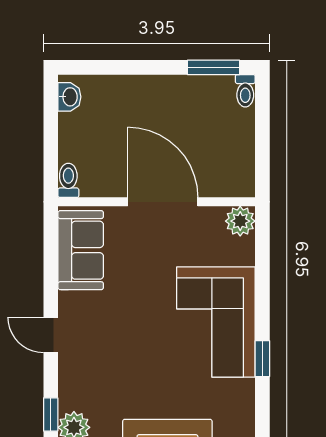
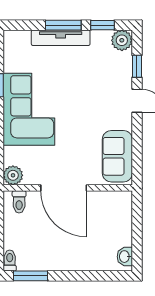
toilet: (68, 180) -> (19, 202), moved
window: (51, 414) -> (137, 66), moved

